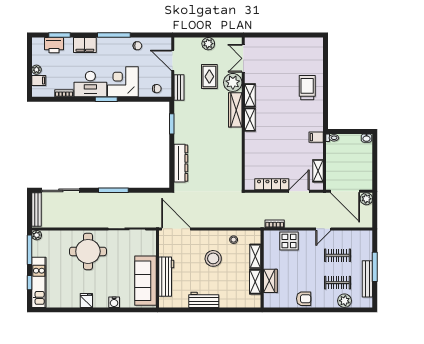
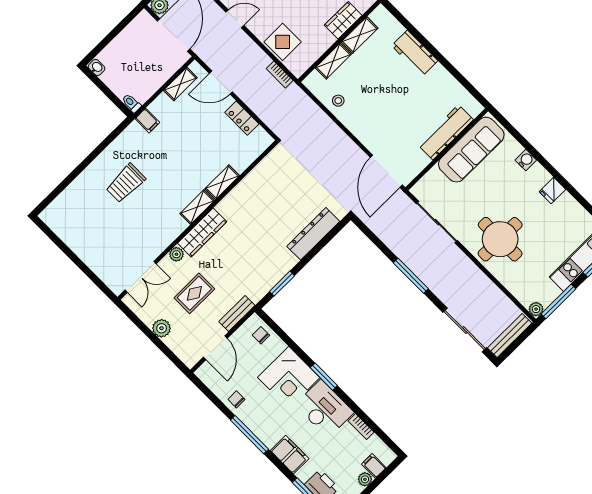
plant: (233, 82) -> (176, 254), width x0.53, depth x0.53
trolley: (307, 88) -> (126, 183), moved
shelving: (250, 95) -> (222, 182), moved
locker: (272, 184) -> (242, 118), width x0.66
stool: (213, 258) -> (379, 102), removed
workbench: (204, 300) -> (415, 53), moved

